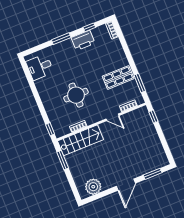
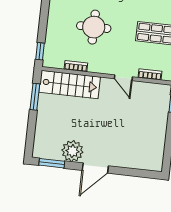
window: (153, 174) -> (52, 163), moved
plant: (93, 187) -> (72, 151), moved

